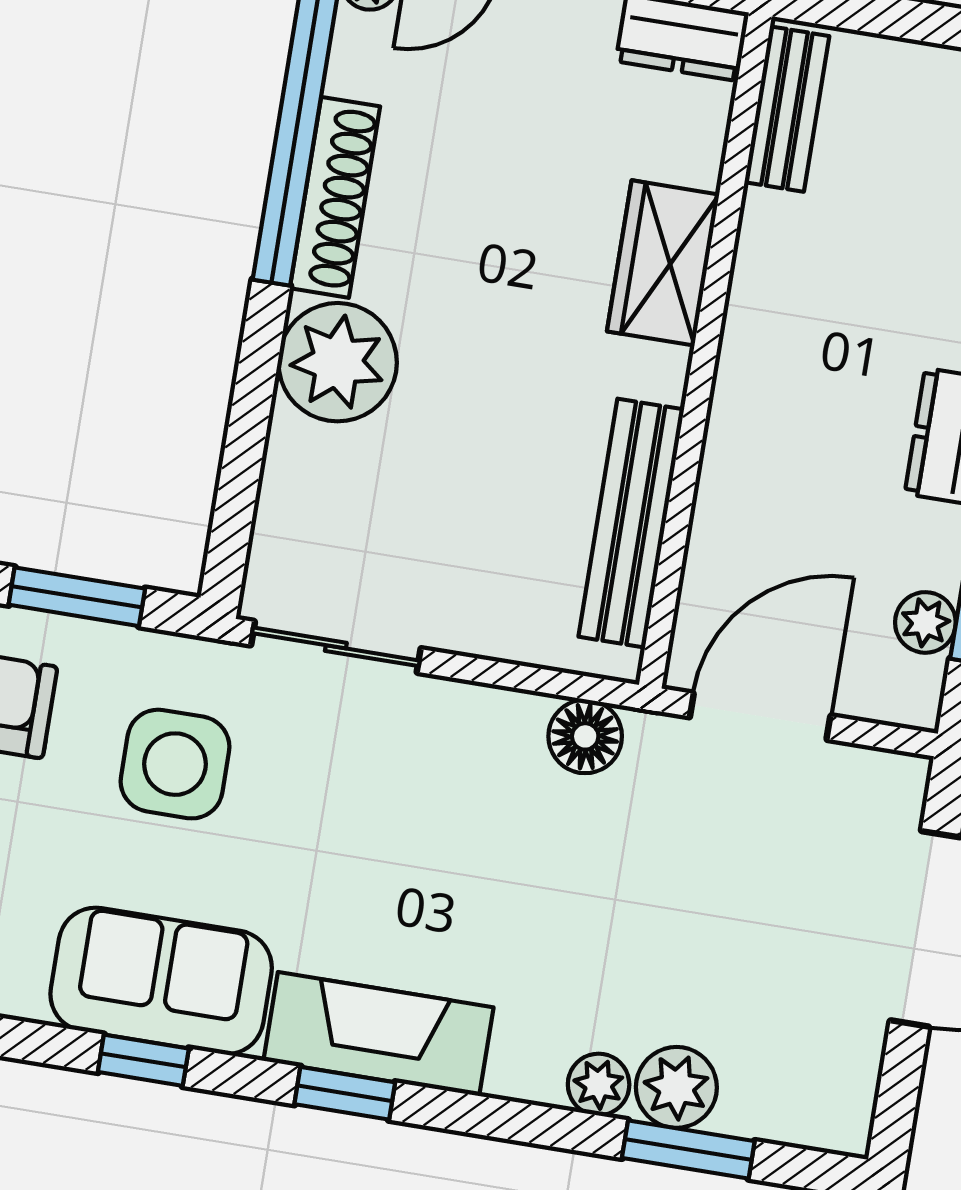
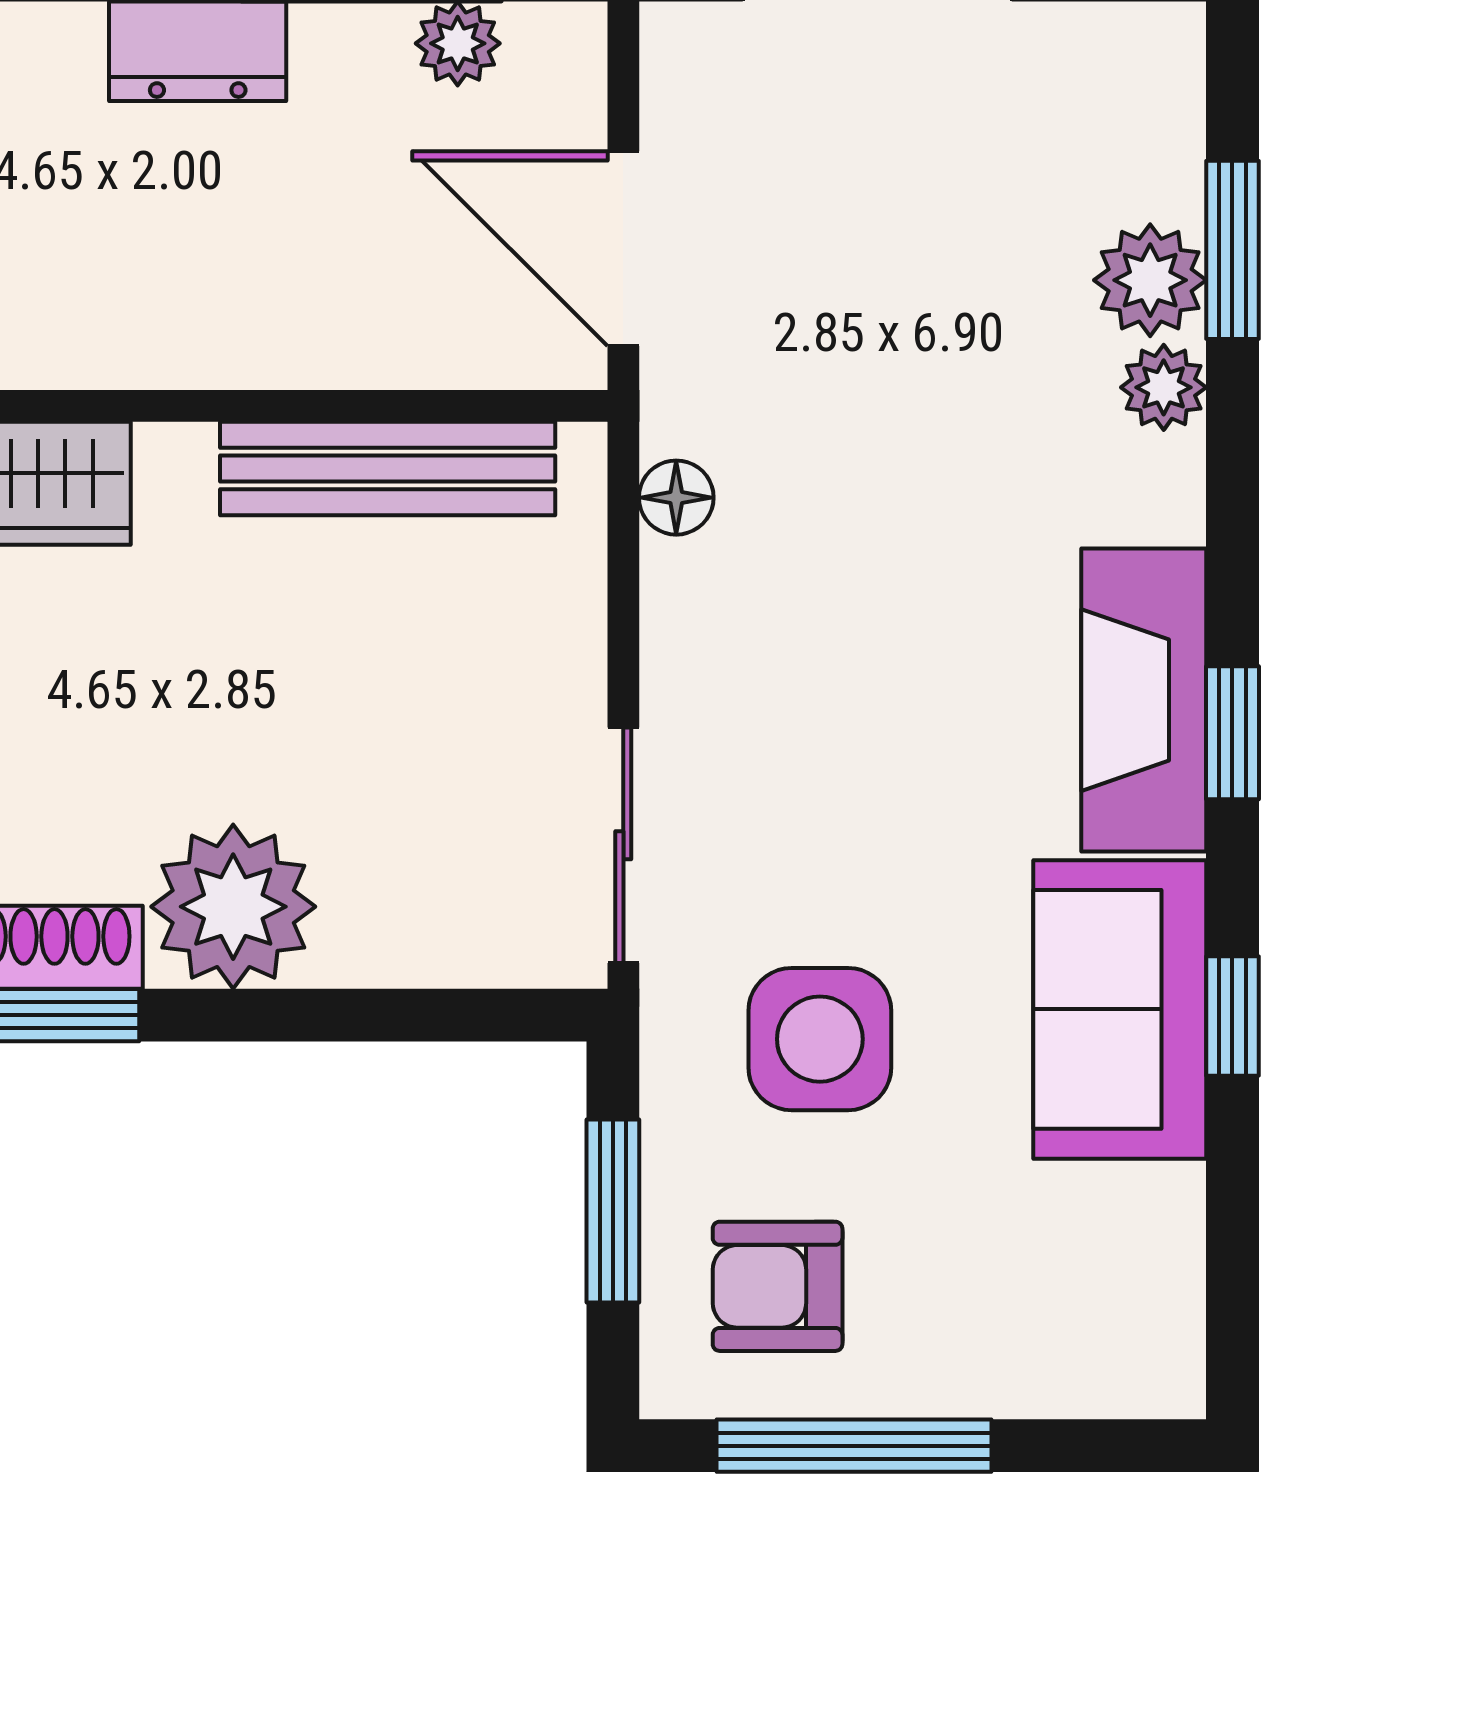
floor lamp: (585, 736) -> (676, 498), width x0.73, depth x0.73

